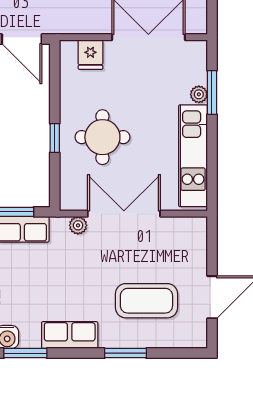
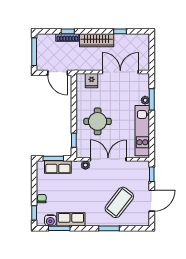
window: (55, 138) -> (74, 140), moved
window: (212, 244) -> (152, 174), added
coffee table: (146, 301) -> (119, 202), turned -52
row of seats: (70, 335) -> (71, 219), moved

